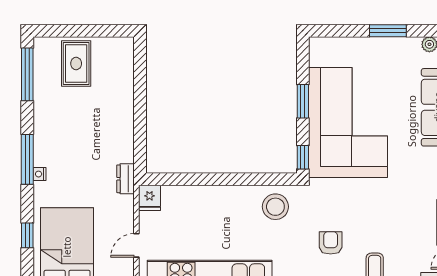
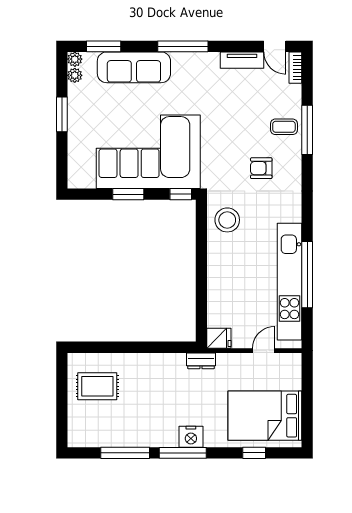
rug: (76, 63) -> (97, 386), moved
window: (27, 74) -> (125, 453), moved
nightstand: (40, 174) -> (191, 437), width x1.89, depth x1.79
door: (136, 245) -> (264, 351), swing flipped

